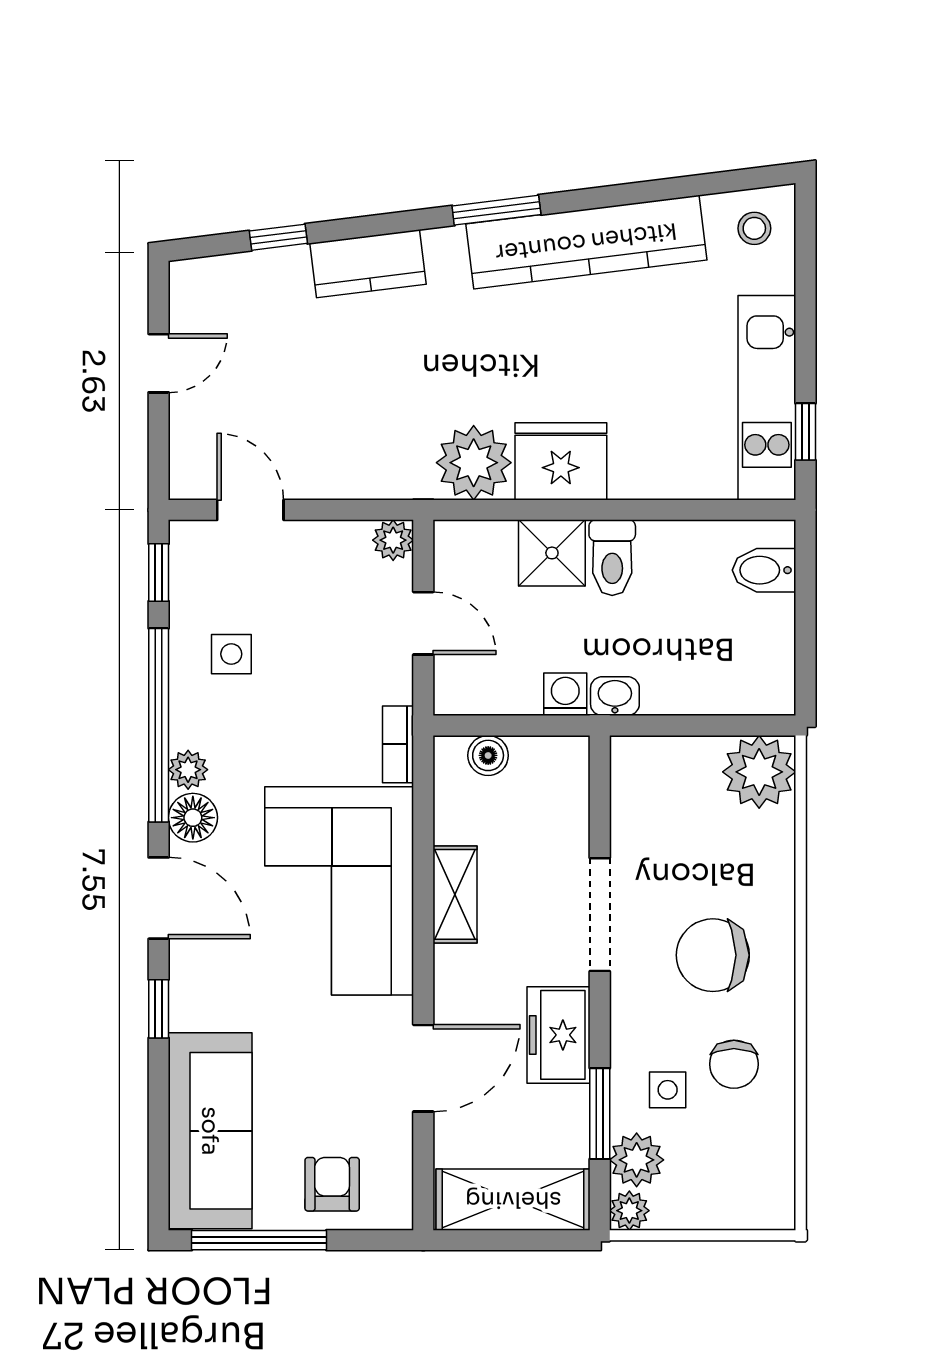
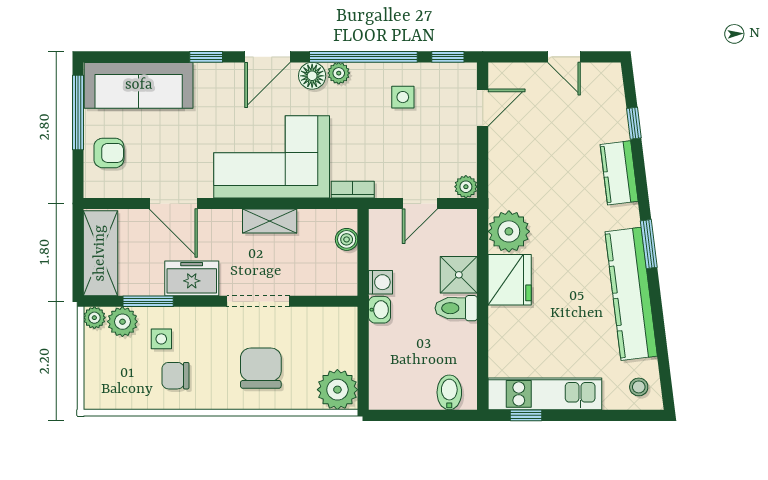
chair: (713, 955) -> (261, 368), moved

